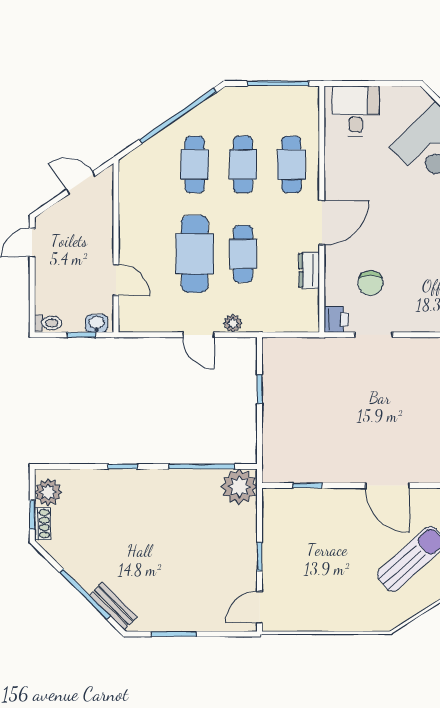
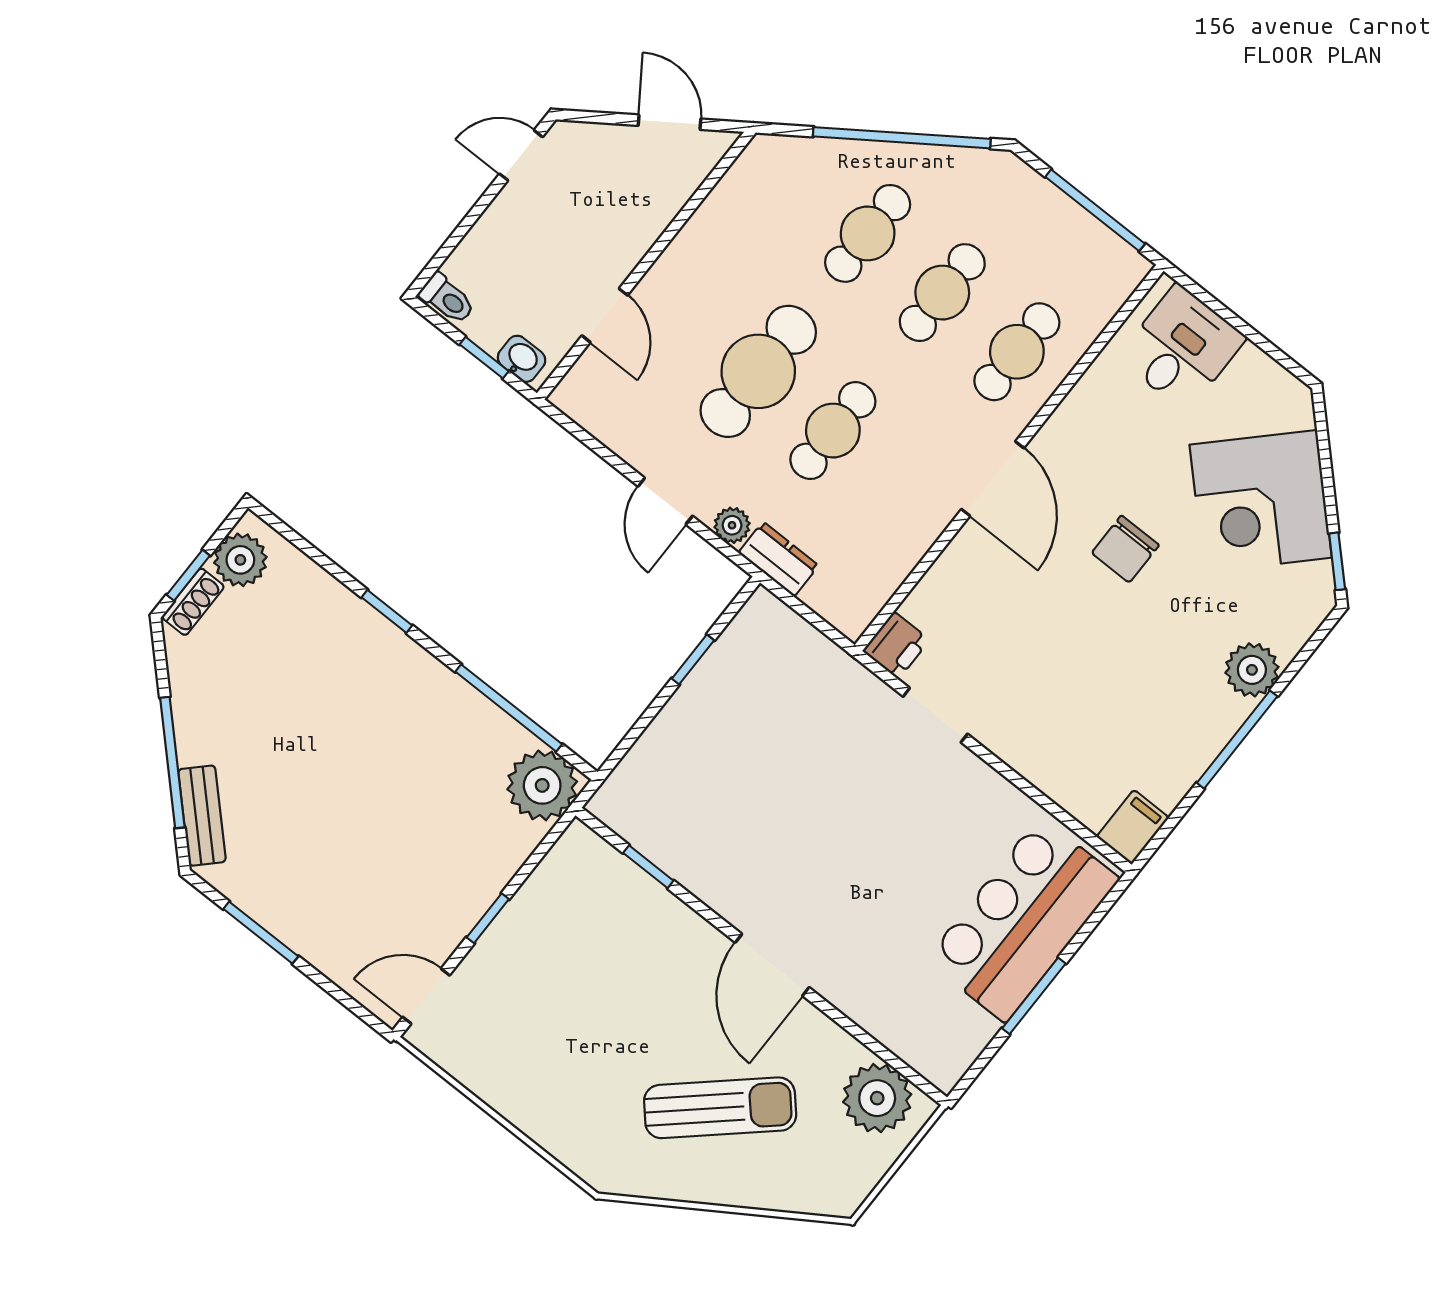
door: (322, 223) -> (993, 479), hinge flipped
dresser: (309, 270) -> (778, 559), moved, turned 90
chair: (371, 283) -> (1125, 549), moved

